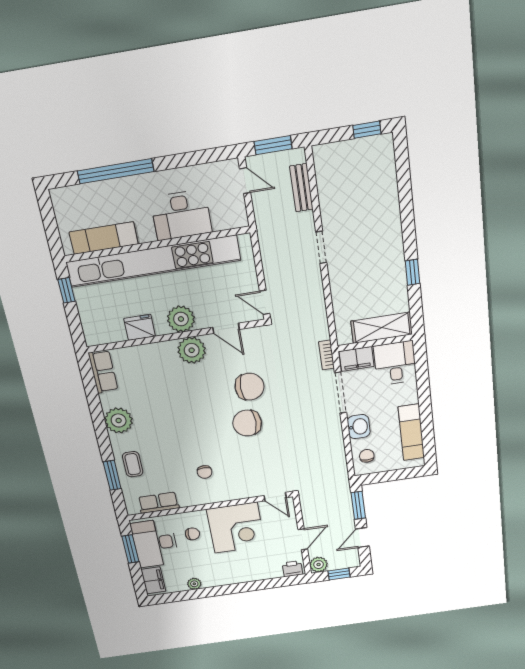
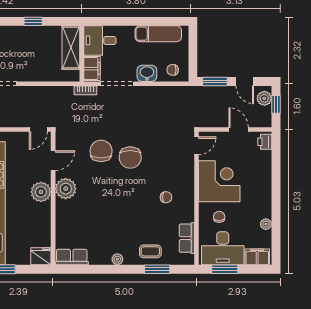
fridge: (140, 327) -> (41, 256), moved, turned 90
plant: (119, 420) -> (117, 259), width x0.53, depth x0.53
plant: (319, 565) -> (264, 98), moved

